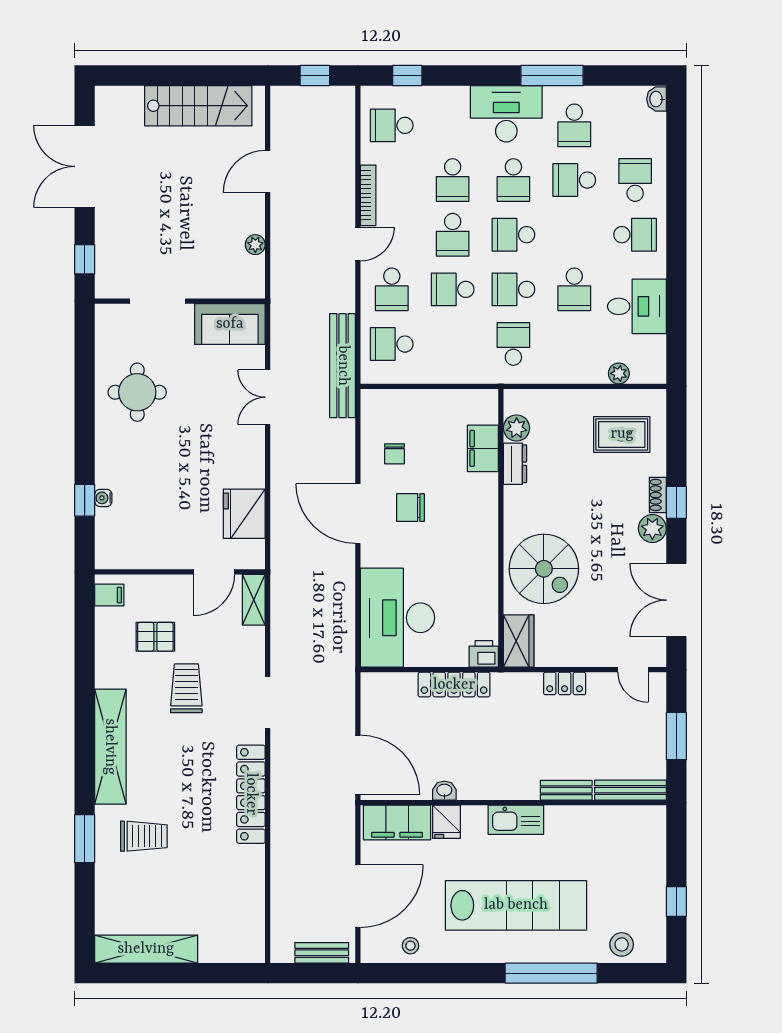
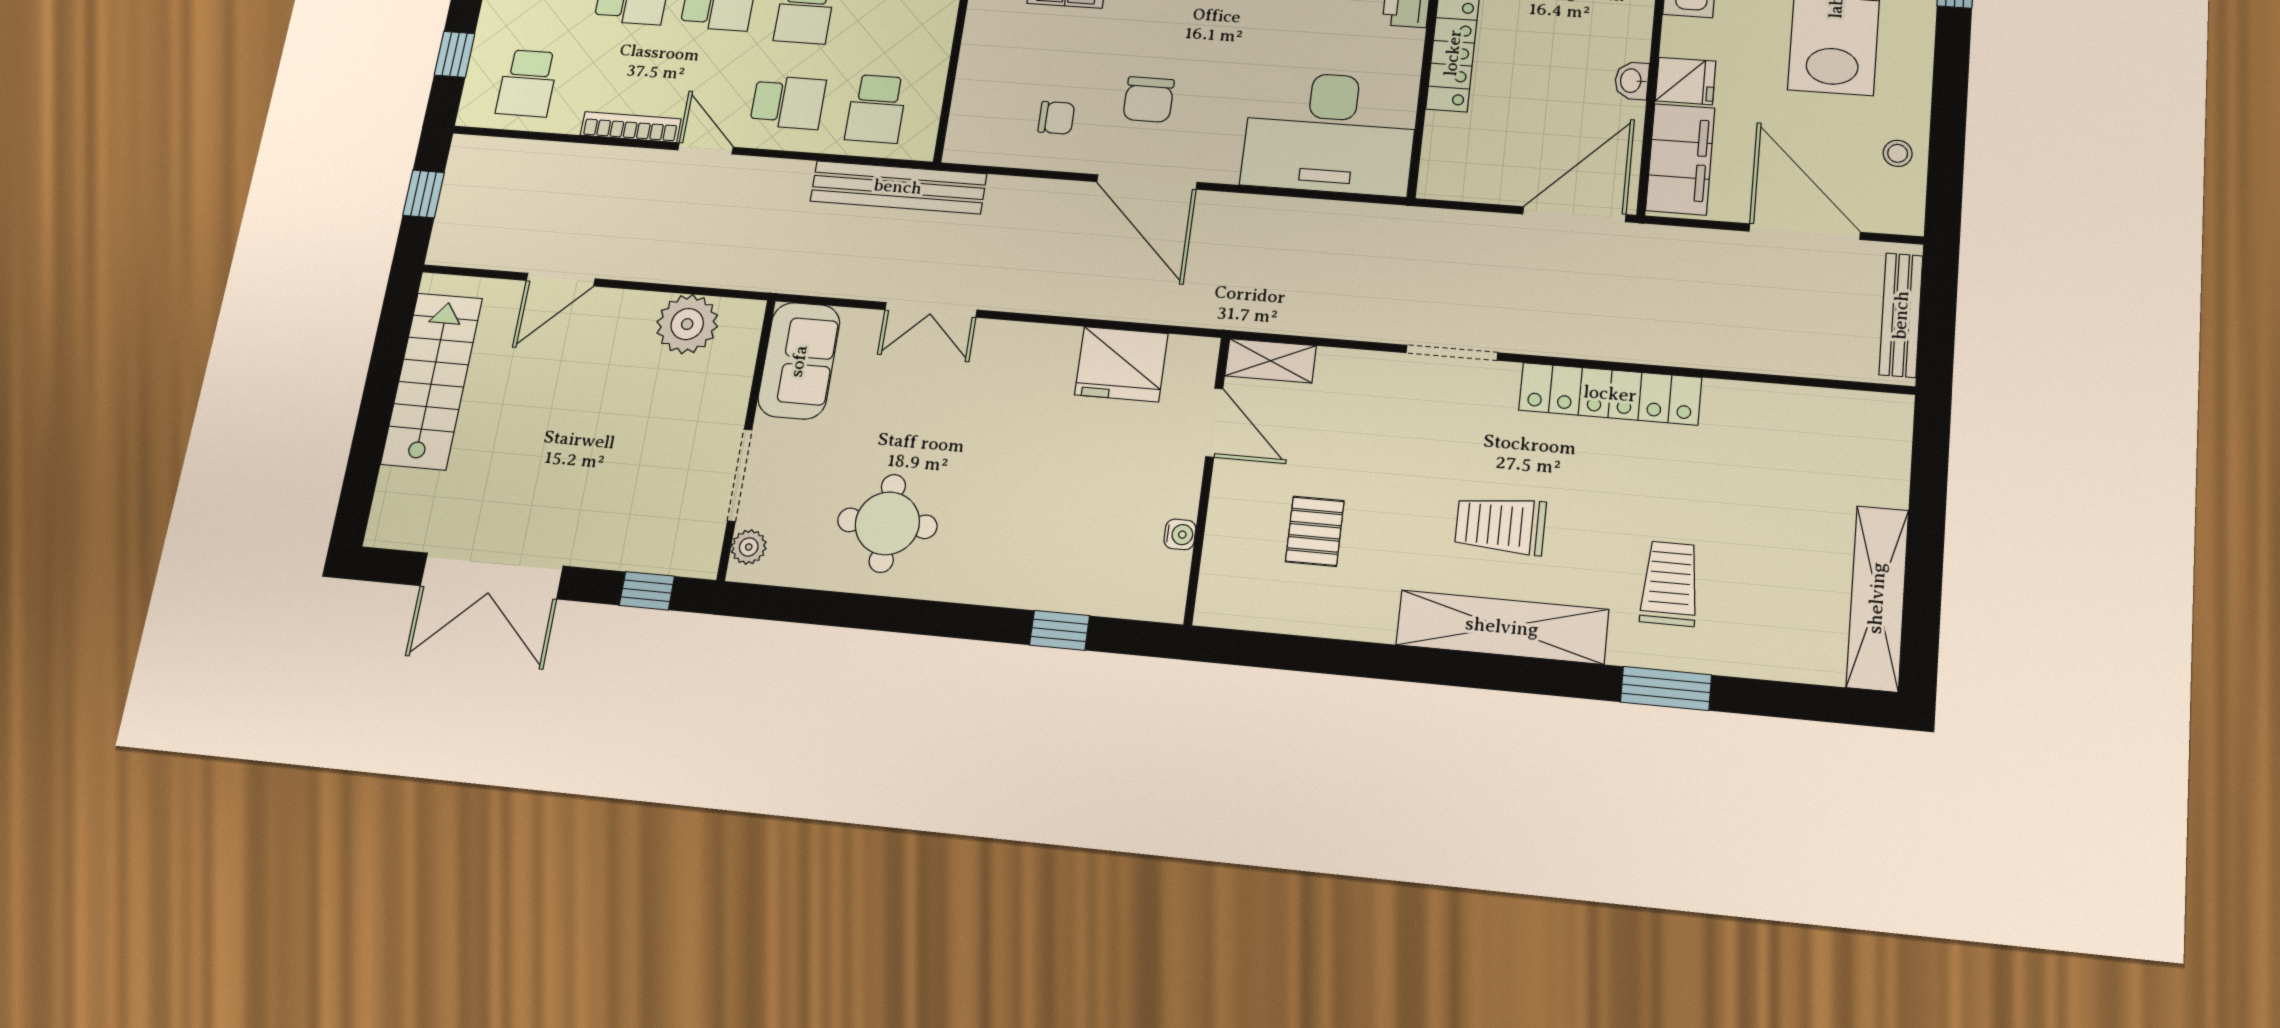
door: (268, 171) -> (561, 280), hinge flipped
plant: (255, 245) -> (687, 324), width x1.87, depth x1.87
plant: (116, 314) -> (749, 547), added
water cooler: (103, 498) -> (1180, 534), moved, turned -90
door: (358, 514) -> (1147, 182), hinge flipped
filing cabinet: (109, 595) -> (1232, 604), removed
trolley: (186, 688) -> (1500, 525), moved
bench: (322, 953) -> (1901, 315), width x1.36

